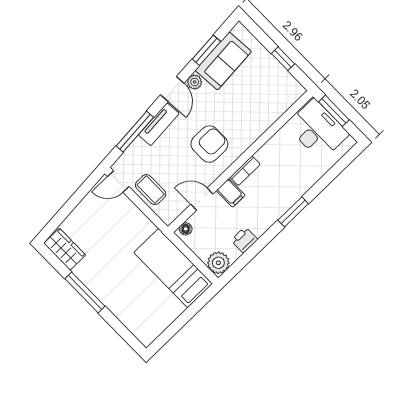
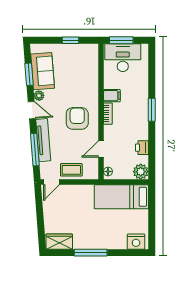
tv unit: (159, 124) -> (43, 140), width x1.41
filing cabinet: (231, 193) -> (112, 96), moved
nightstand: (142, 328) -> (136, 242), added

